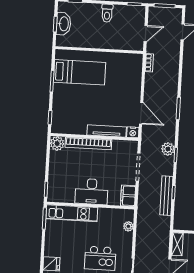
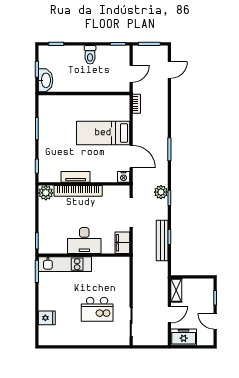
washbasin: (64, 24) -> (46, 80), moved
bed: (79, 72) -> (103, 133), moved, turned 180
tv unit: (107, 131) -> (76, 177), moved, width x0.71
plant: (128, 226) -> (124, 275), removed

